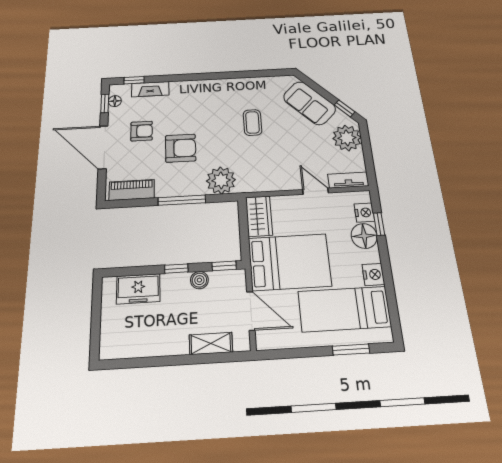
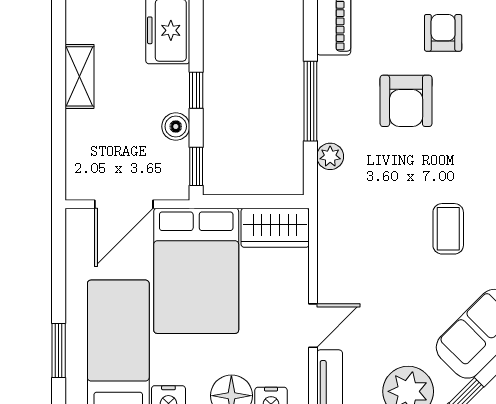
coffee table: (252, 122) -> (448, 229), turned 90
armchair: (142, 131) -> (443, 33), turned 180
plant: (221, 180) -> (330, 156), width x0.53, depth x0.53
shelving: (211, 343) -> (79, 76), moved

